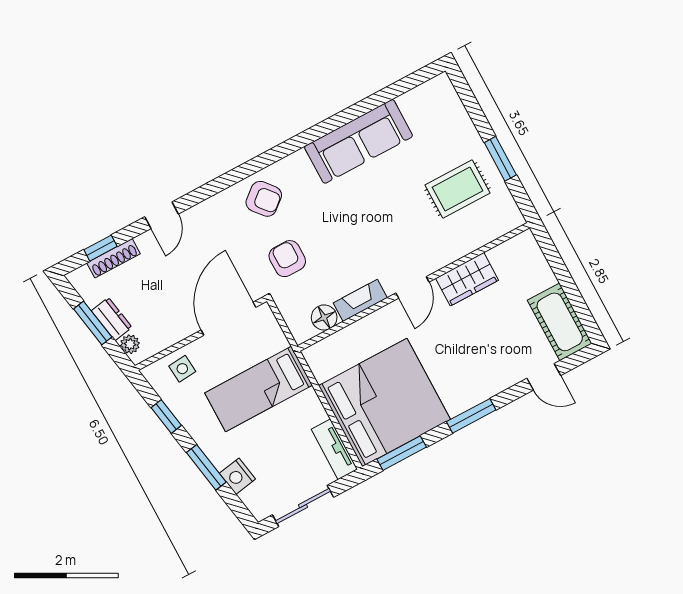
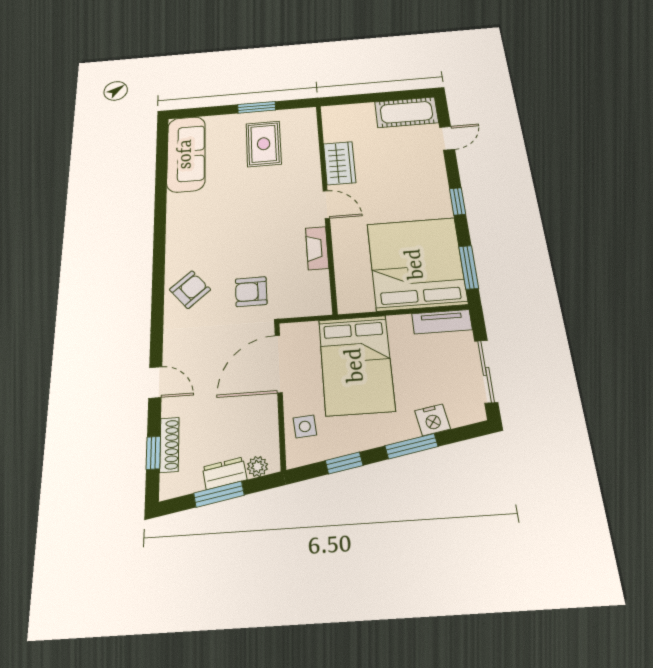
sofa: (359, 141) -> (186, 154), moved
floor lamp: (324, 317) -> (318, 282), removed
door: (228, 319) -> (279, 364), hinge flipped
bed: (258, 389) -> (356, 365), width x1.50
window: (471, 416) -> (458, 201), width x0.67

